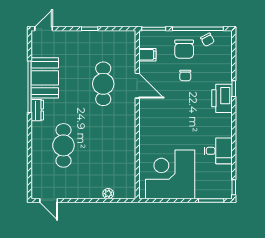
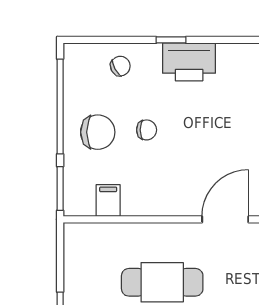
chair: (207, 40) -> (120, 66), moved
door: (137, 86) -> (225, 219), moved

